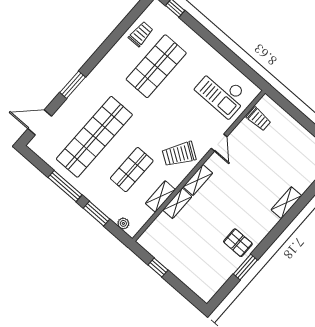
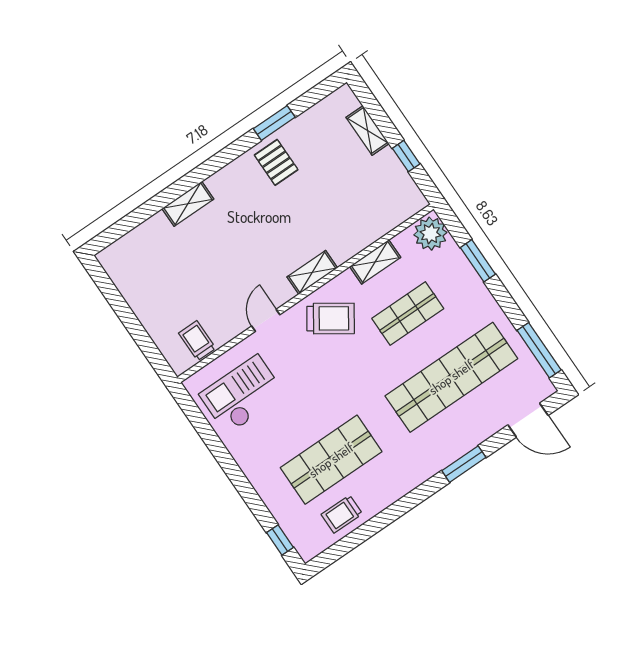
checkout: (222, 92) -> (242, 395), turned -90
window: (65, 186) -> (539, 350), moved
shelving: (177, 203) -> (368, 131), moved, turned 90
plant: (123, 223) -> (430, 234), width x1.88, depth x1.88

